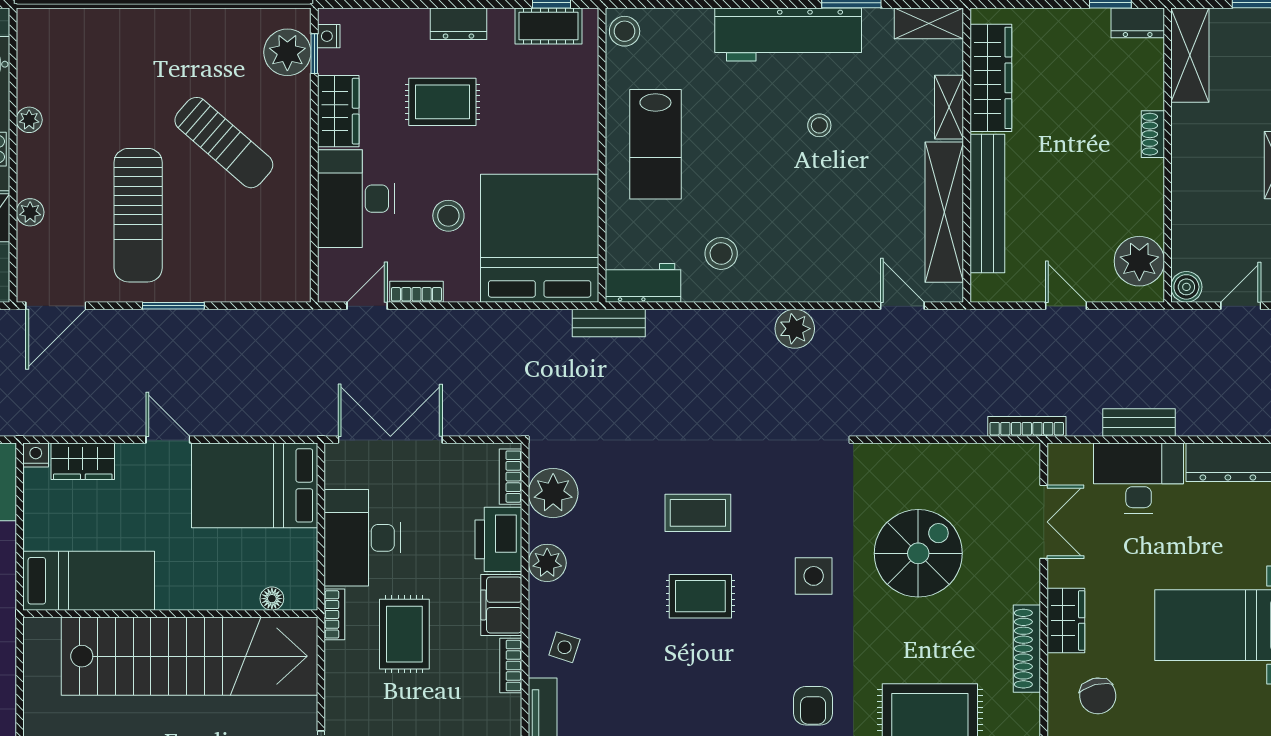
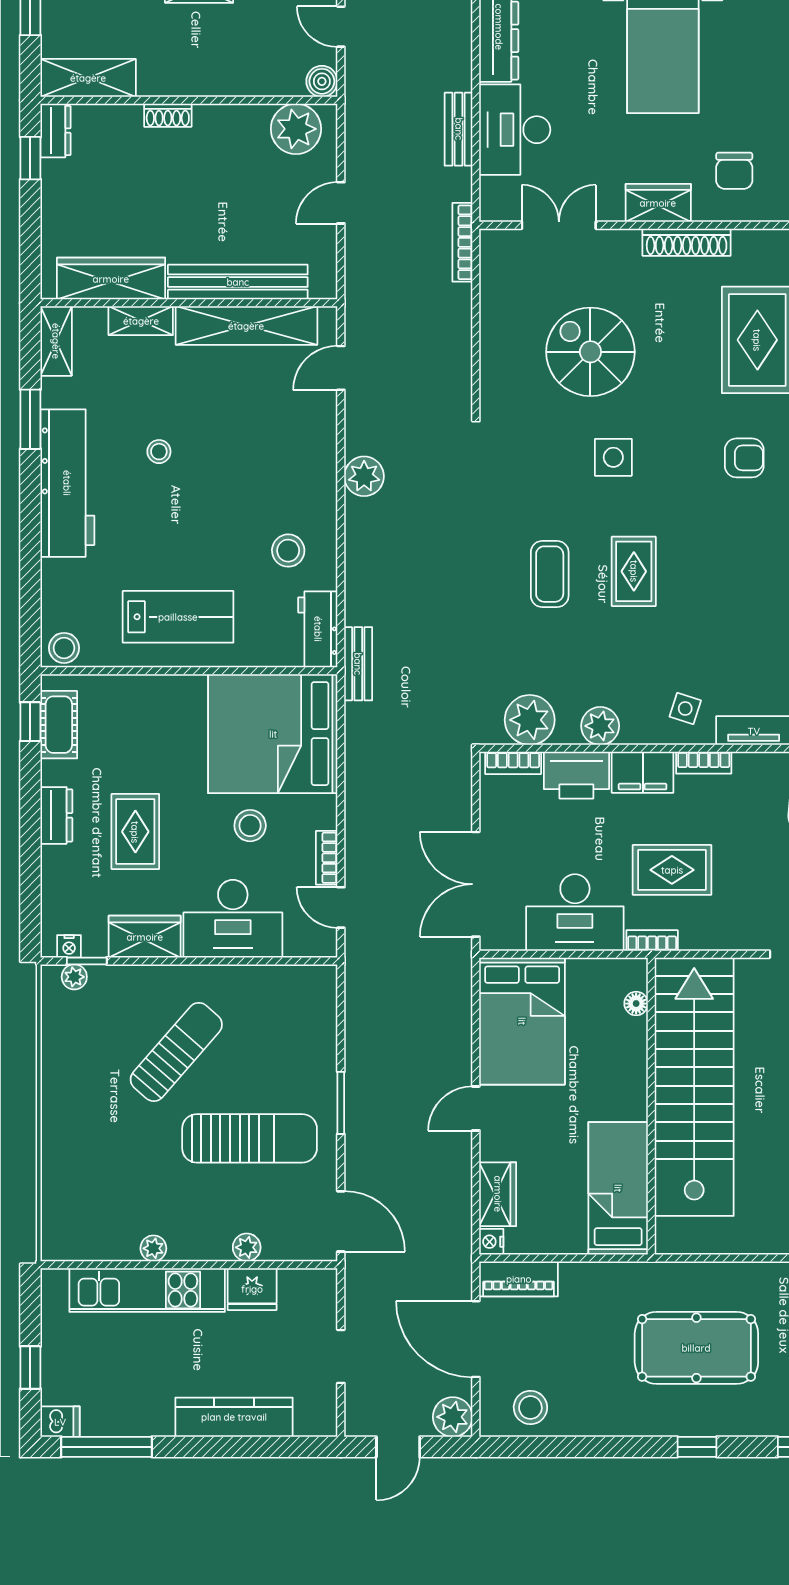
plant: (287, 52) -> (74, 977), width x0.53, depth x0.53
chair: (1098, 696) -> (734, 171), turned 104

